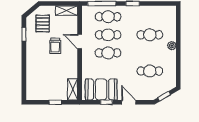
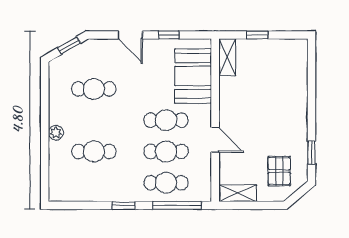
trolley: (55, 46) -> (258, 132), removed
booth: (101, 89) -> (193, 76), moved, turned 90

